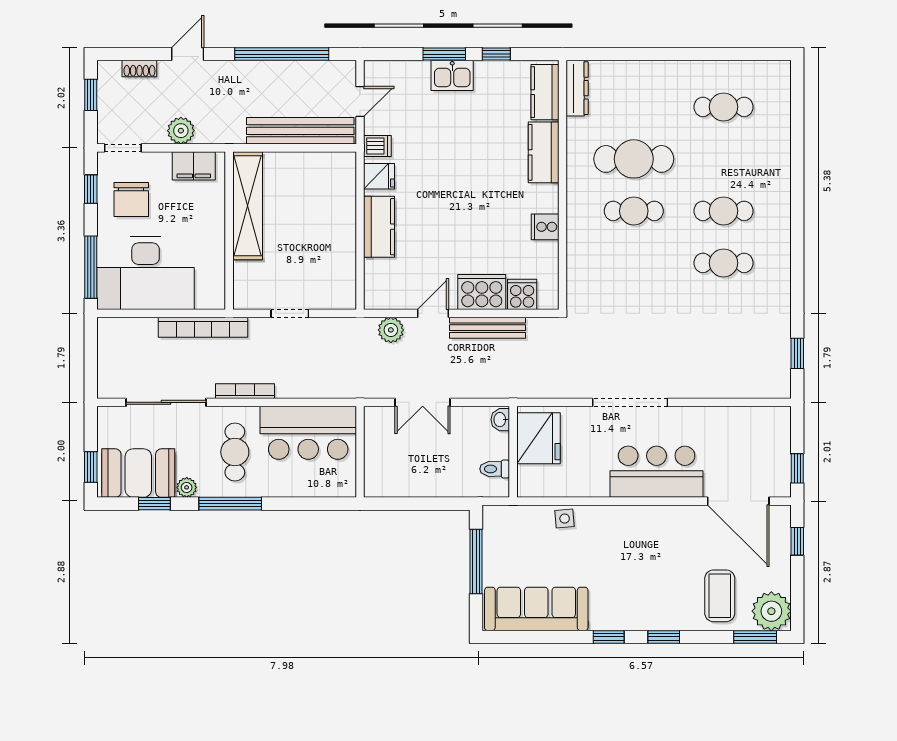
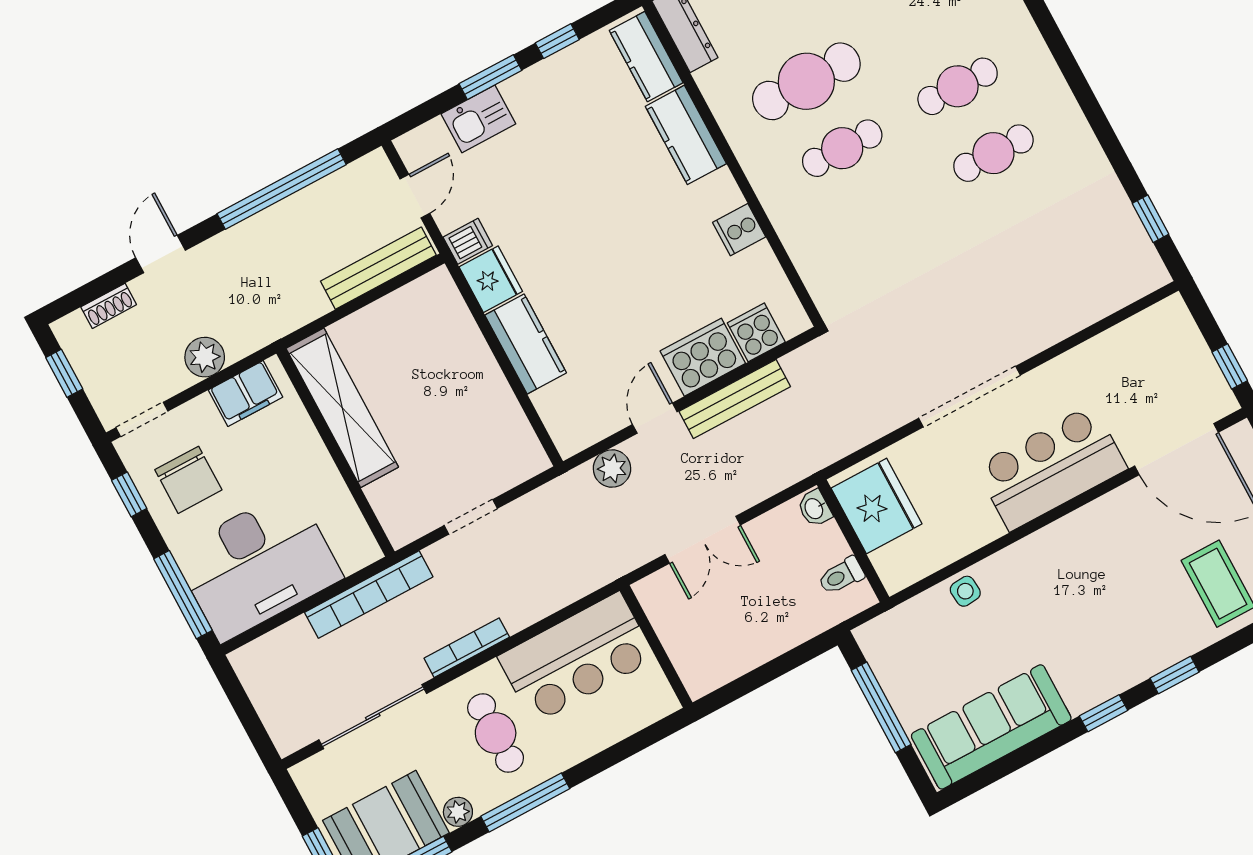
kitchen sink: (452, 75) -> (478, 119), moved
bench: (300, 131) -> (378, 268), width x0.73, depth x0.82
fridge: (379, 176) -> (491, 279), width x1.38

